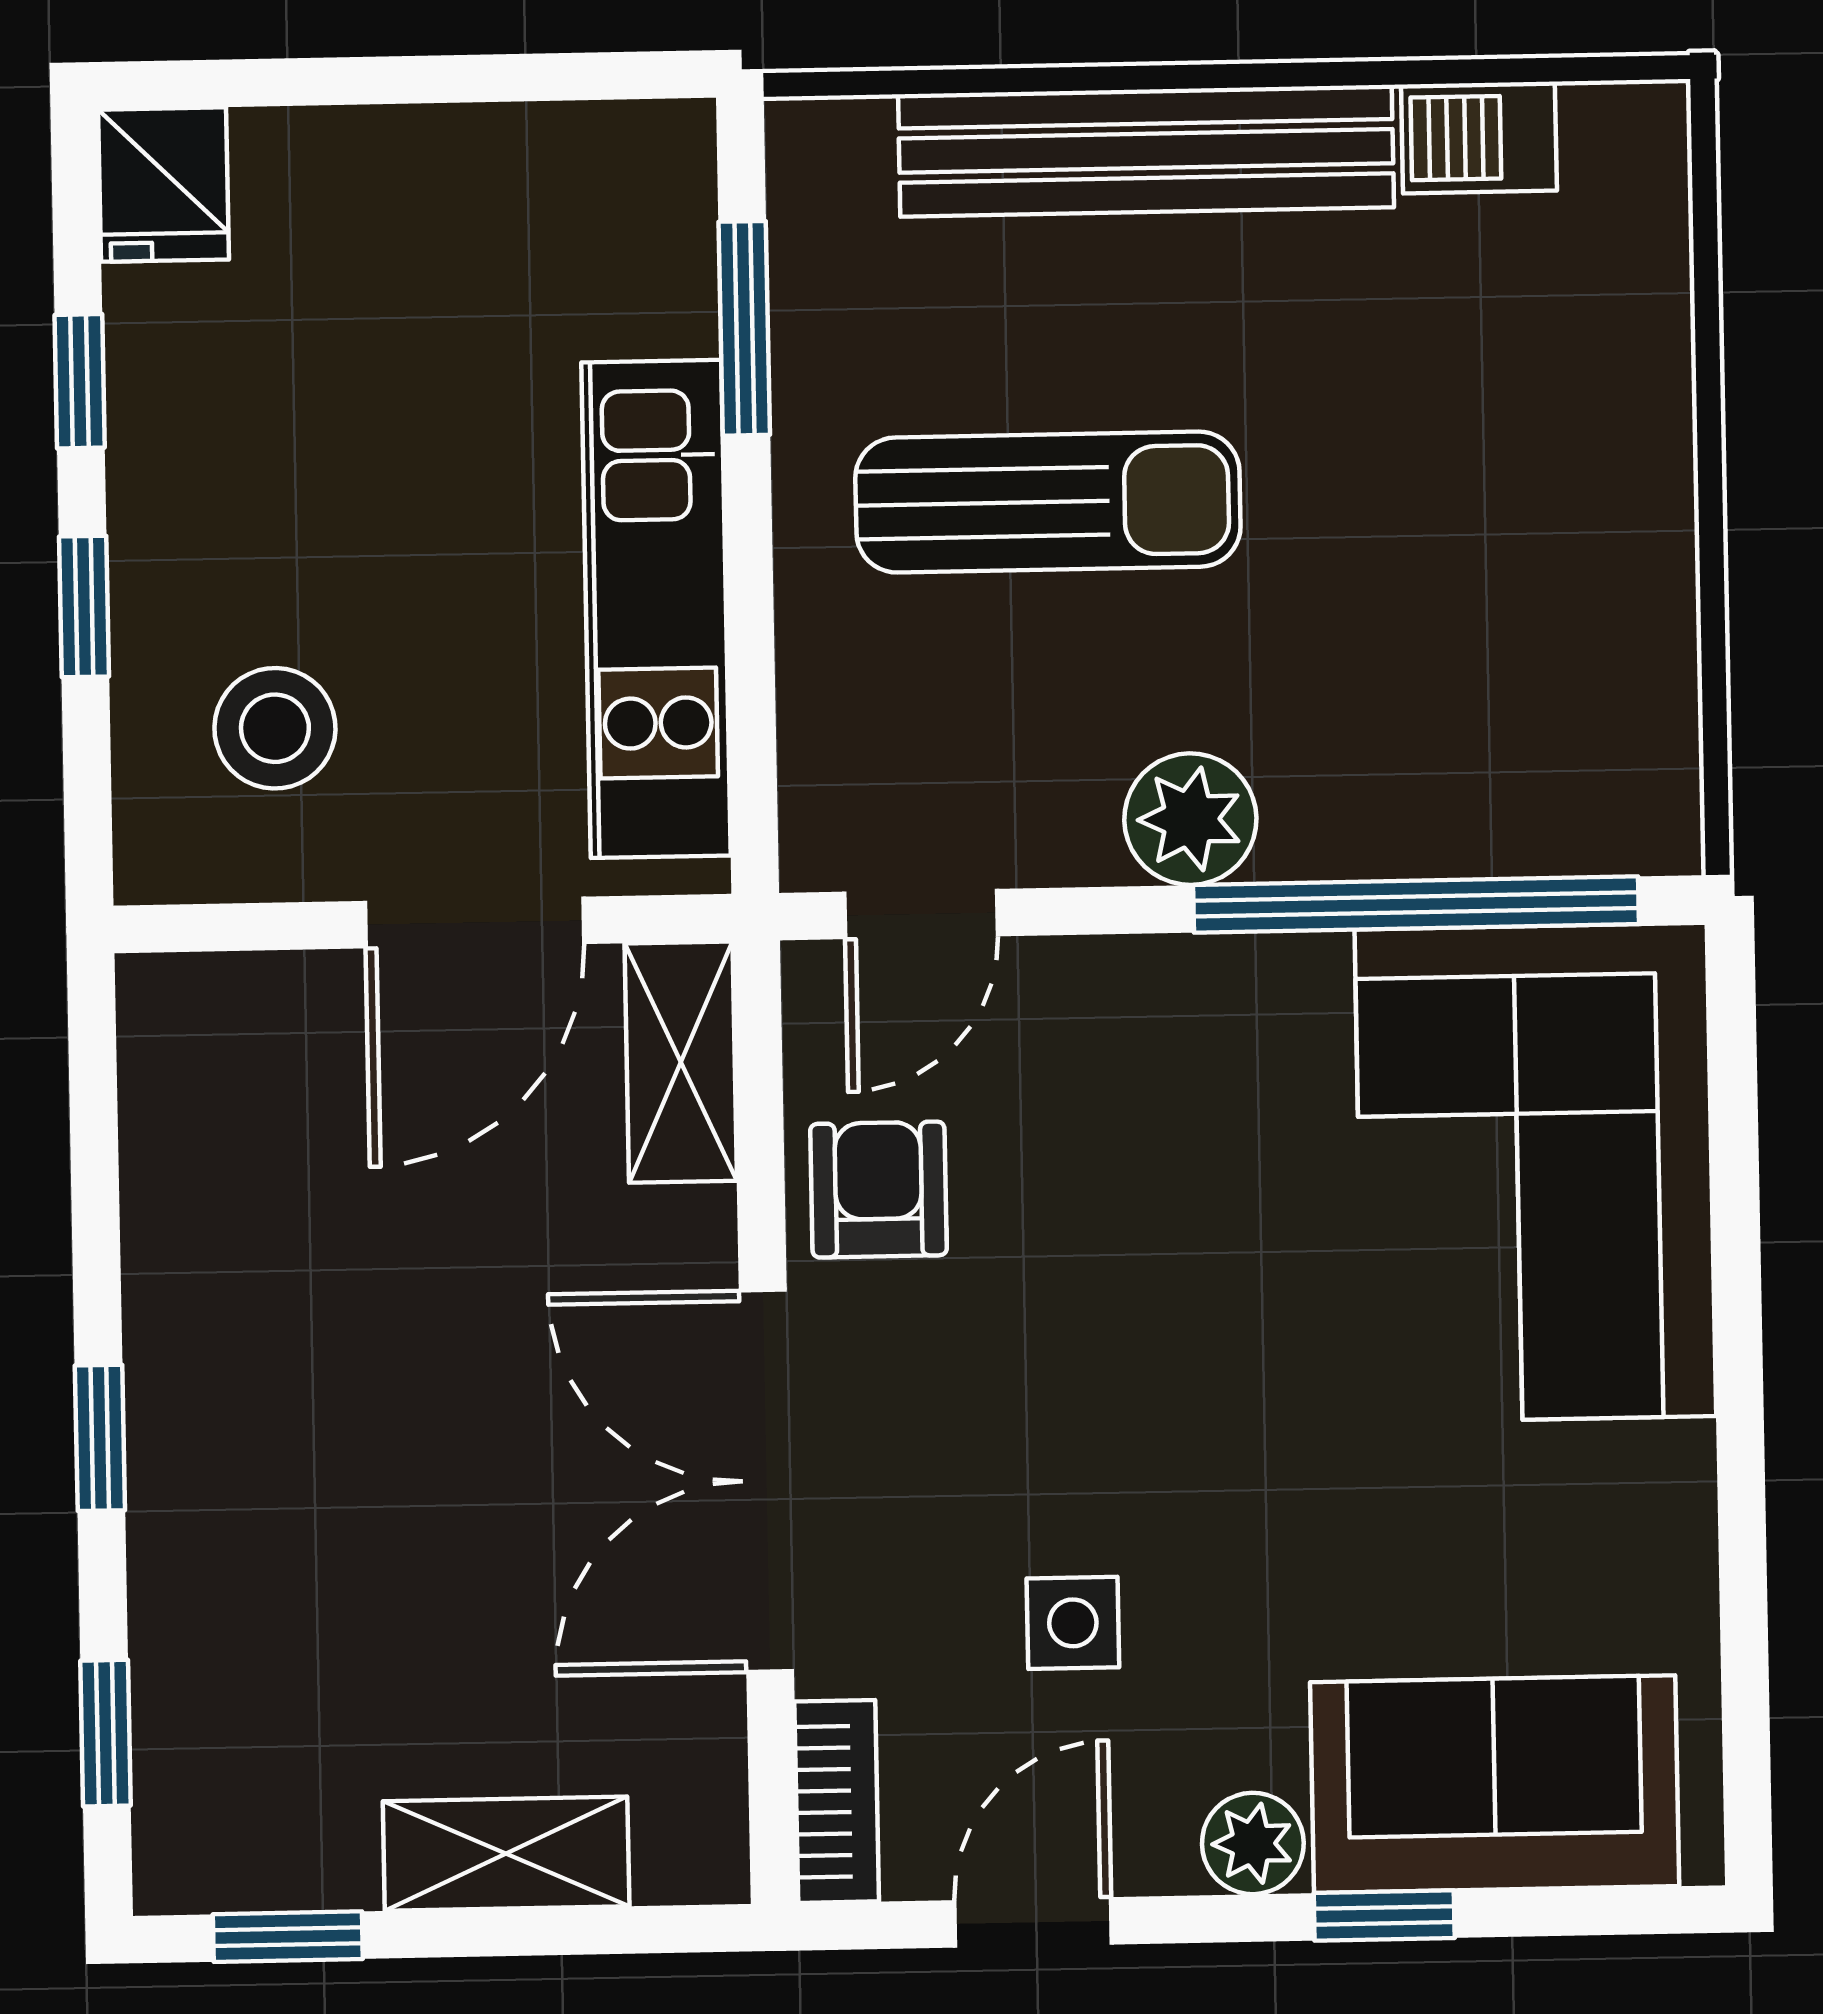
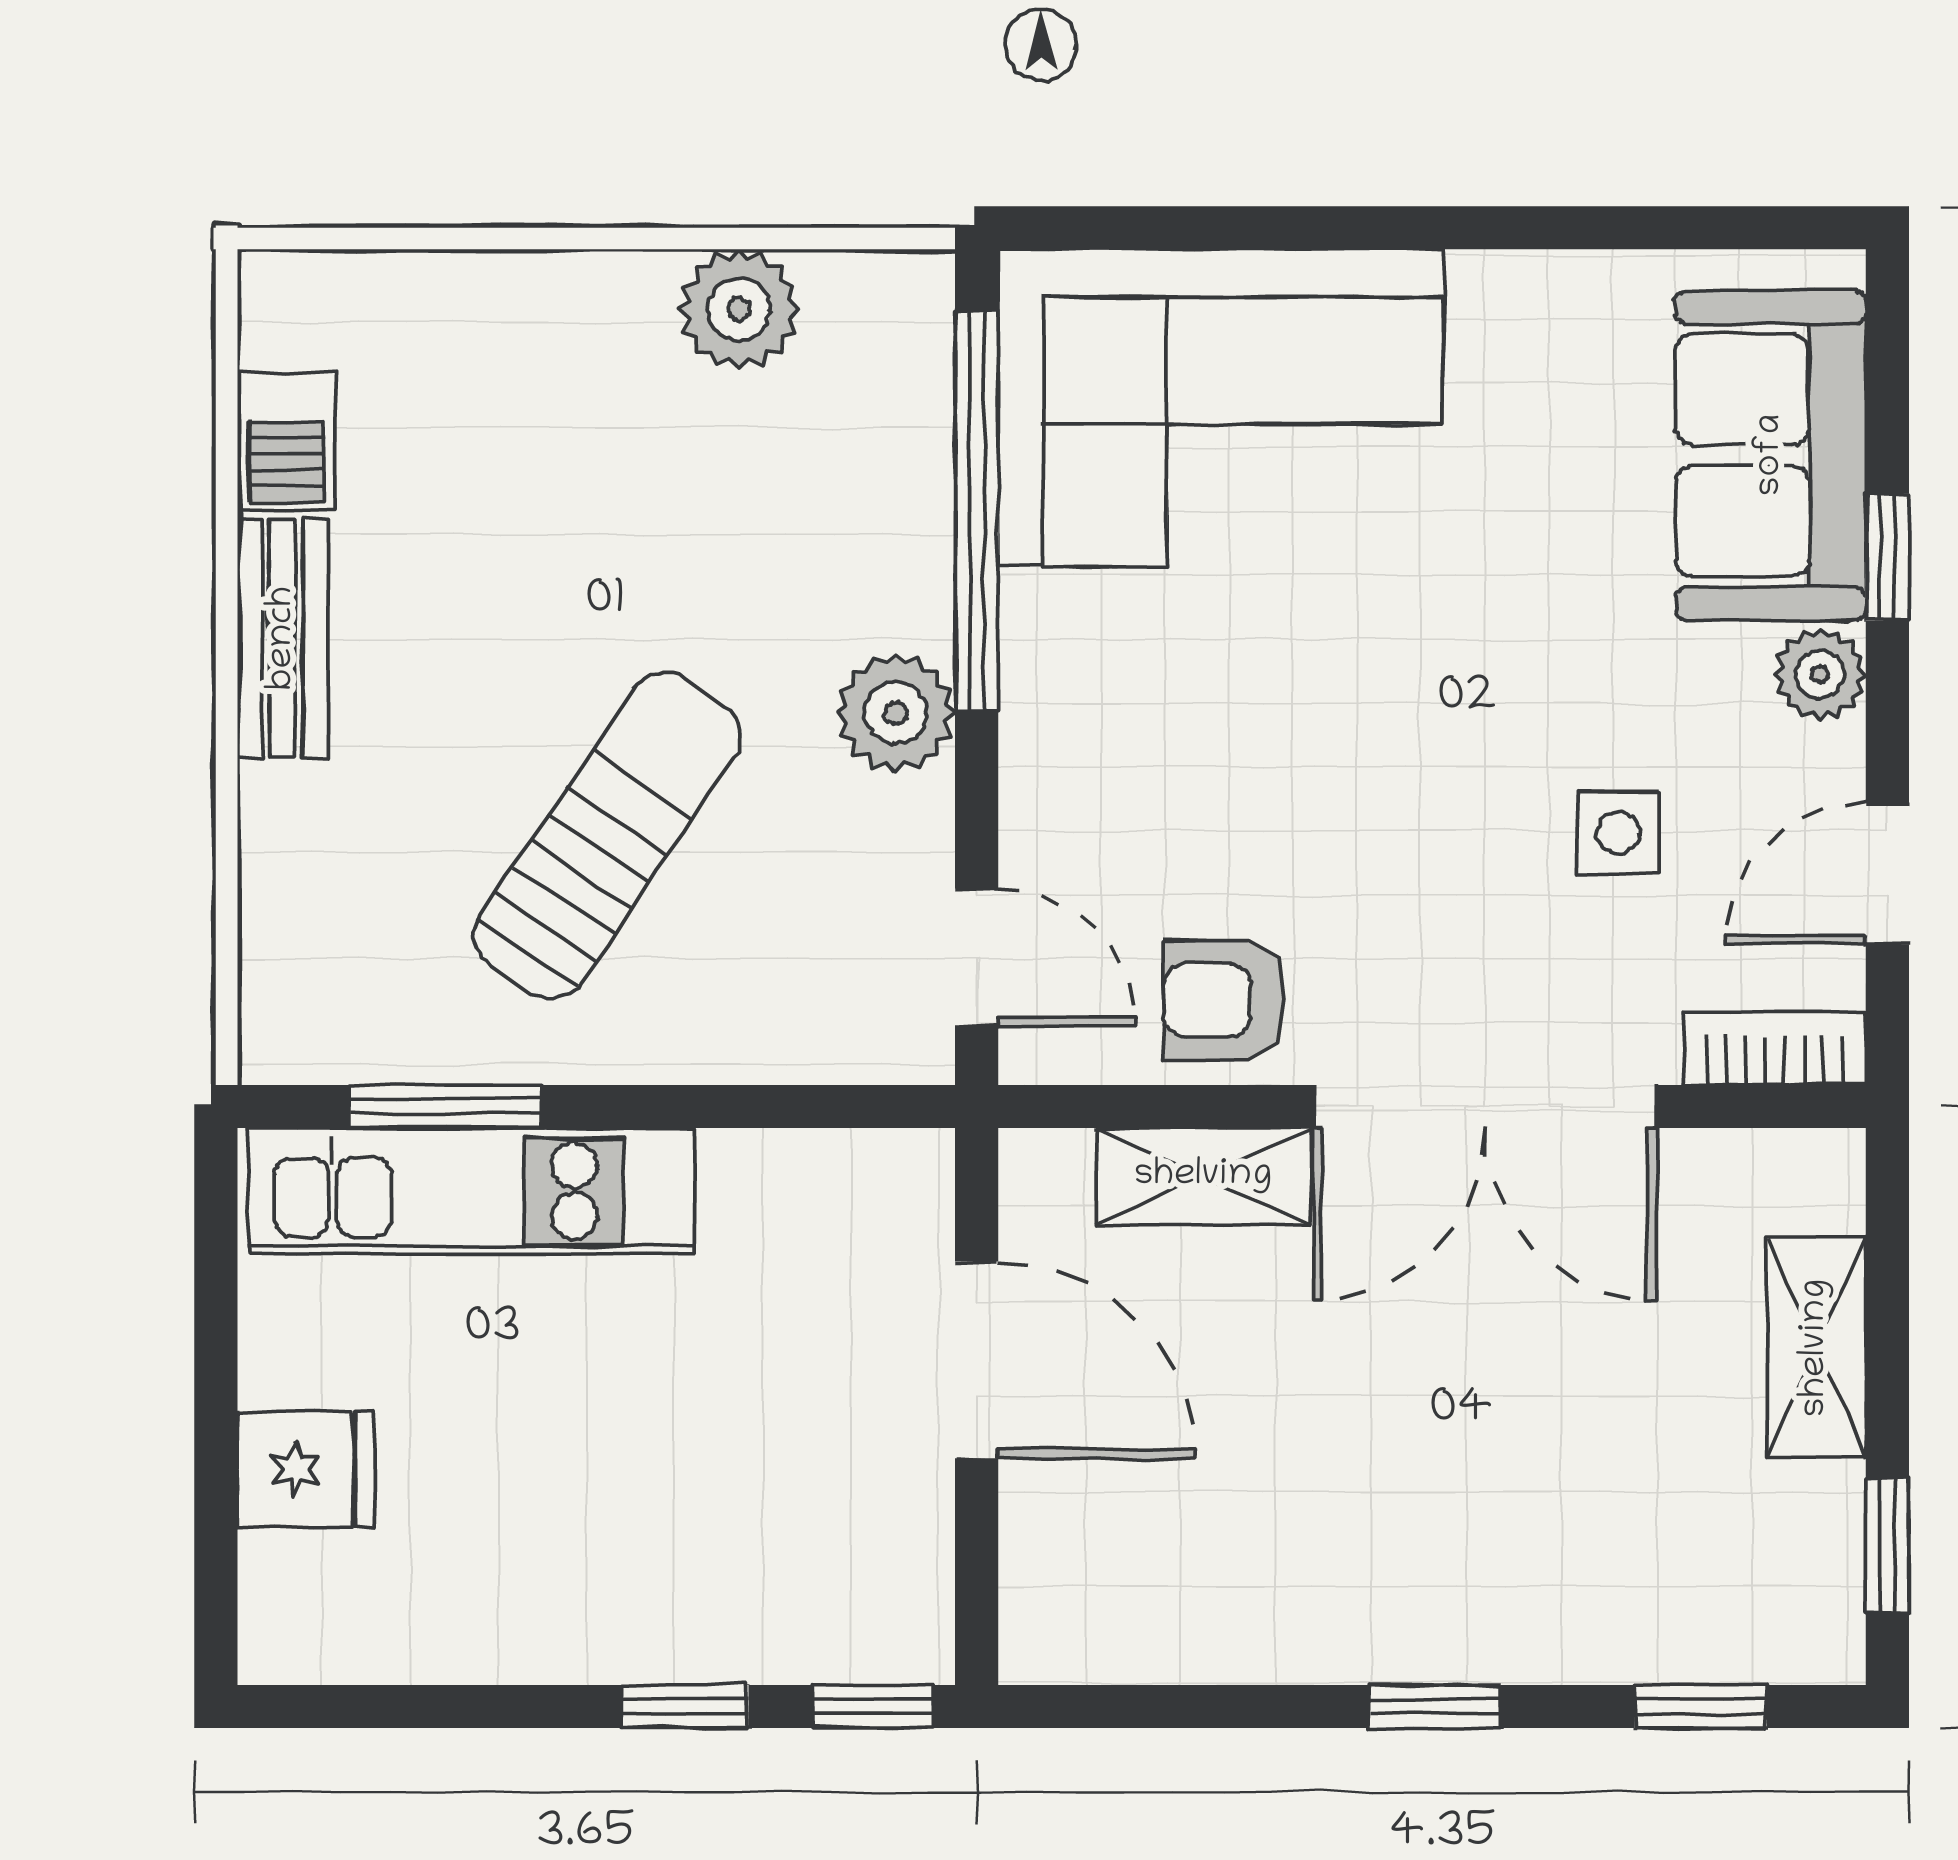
bench: (1146, 151) -> (283, 638), width x0.54, depth x0.82
fridge: (164, 185) -> (306, 1469), moved
window: (80, 381) -> (873, 1706), moved
sun lounger: (1048, 502) -> (608, 836), turned 34
kitchen unit: (656, 609) -> (471, 1191), moved
plant: (1635, 637) -> (739, 309), added
stool: (275, 728) -> (798, 1536), removed
shelving: (681, 1062) -> (1203, 1176), moved
door: (1033, 1922) -> (1887, 874), hinge flipped

